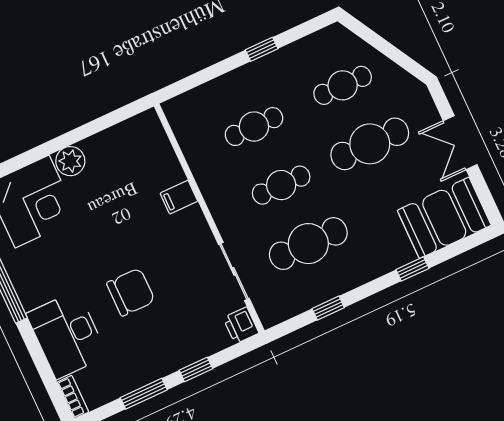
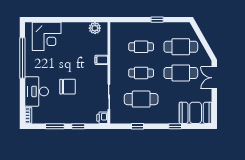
cafe table: (343, 85) -> (181, 47), width x1.37, depth x1.35
double door: (460, 143) -> (214, 78), moved
plant: (70, 161) -> (95, 28), moved

